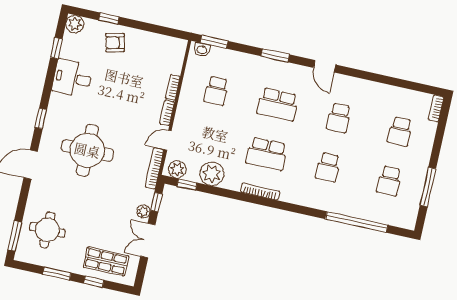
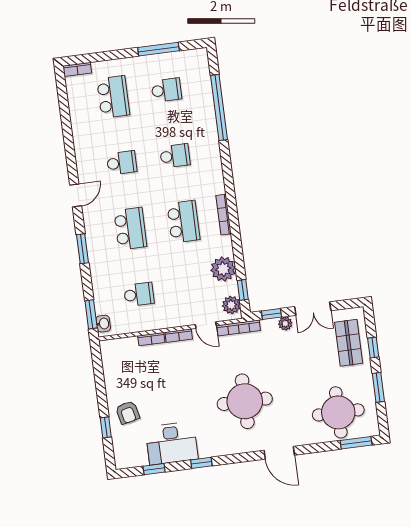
plant: (75, 24) -> (123, 459), removed
desk: (72, 78) -> (172, 443), width x1.37
window: (41, 118) -> (201, 463), moved
school desk: (400, 131) -> (113, 97), width x1.85
round table: (47, 230) -> (338, 412), width x1.36, depth x1.36

